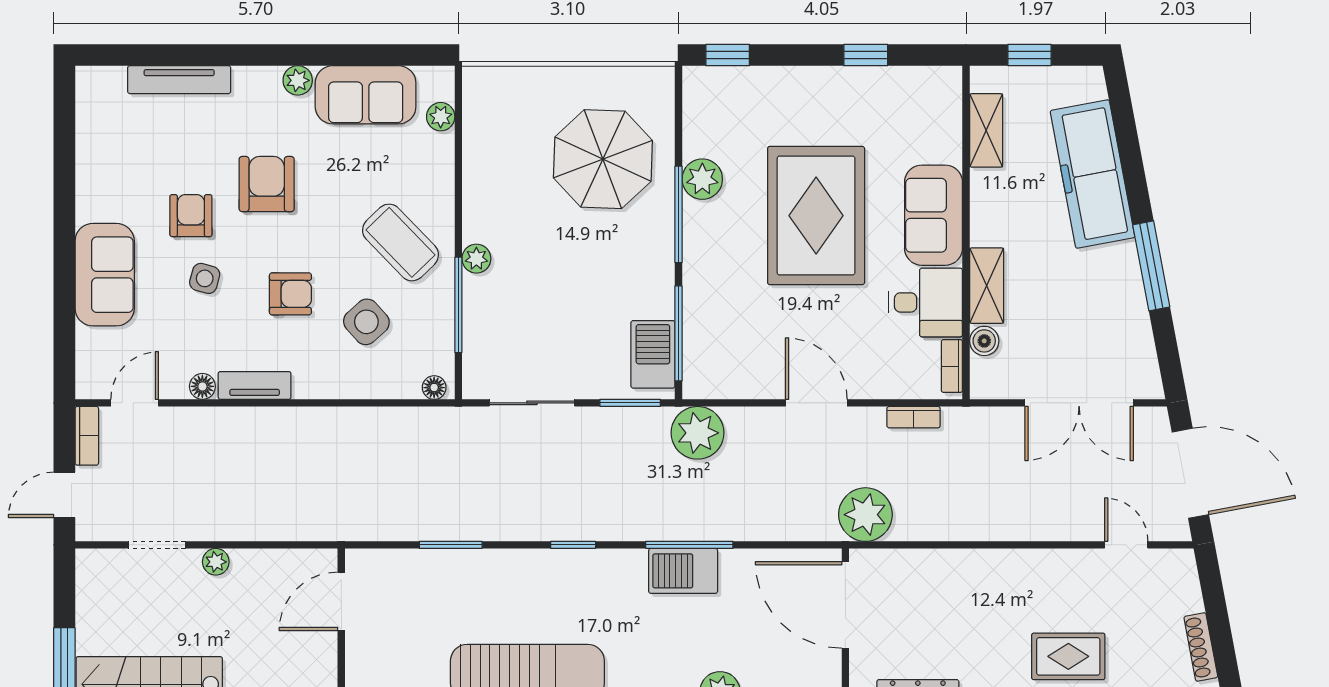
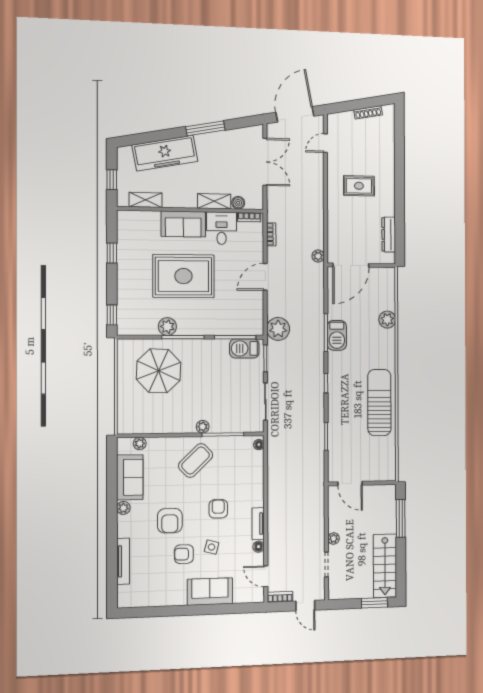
armchair: (267, 184) -> (170, 521), turned -90
side table: (366, 322) -> (230, 475), removed
plant: (865, 515) -> (318, 256), width x0.53, depth x0.53
rug: (1068, 656) -> (359, 186), moved, turned 90

